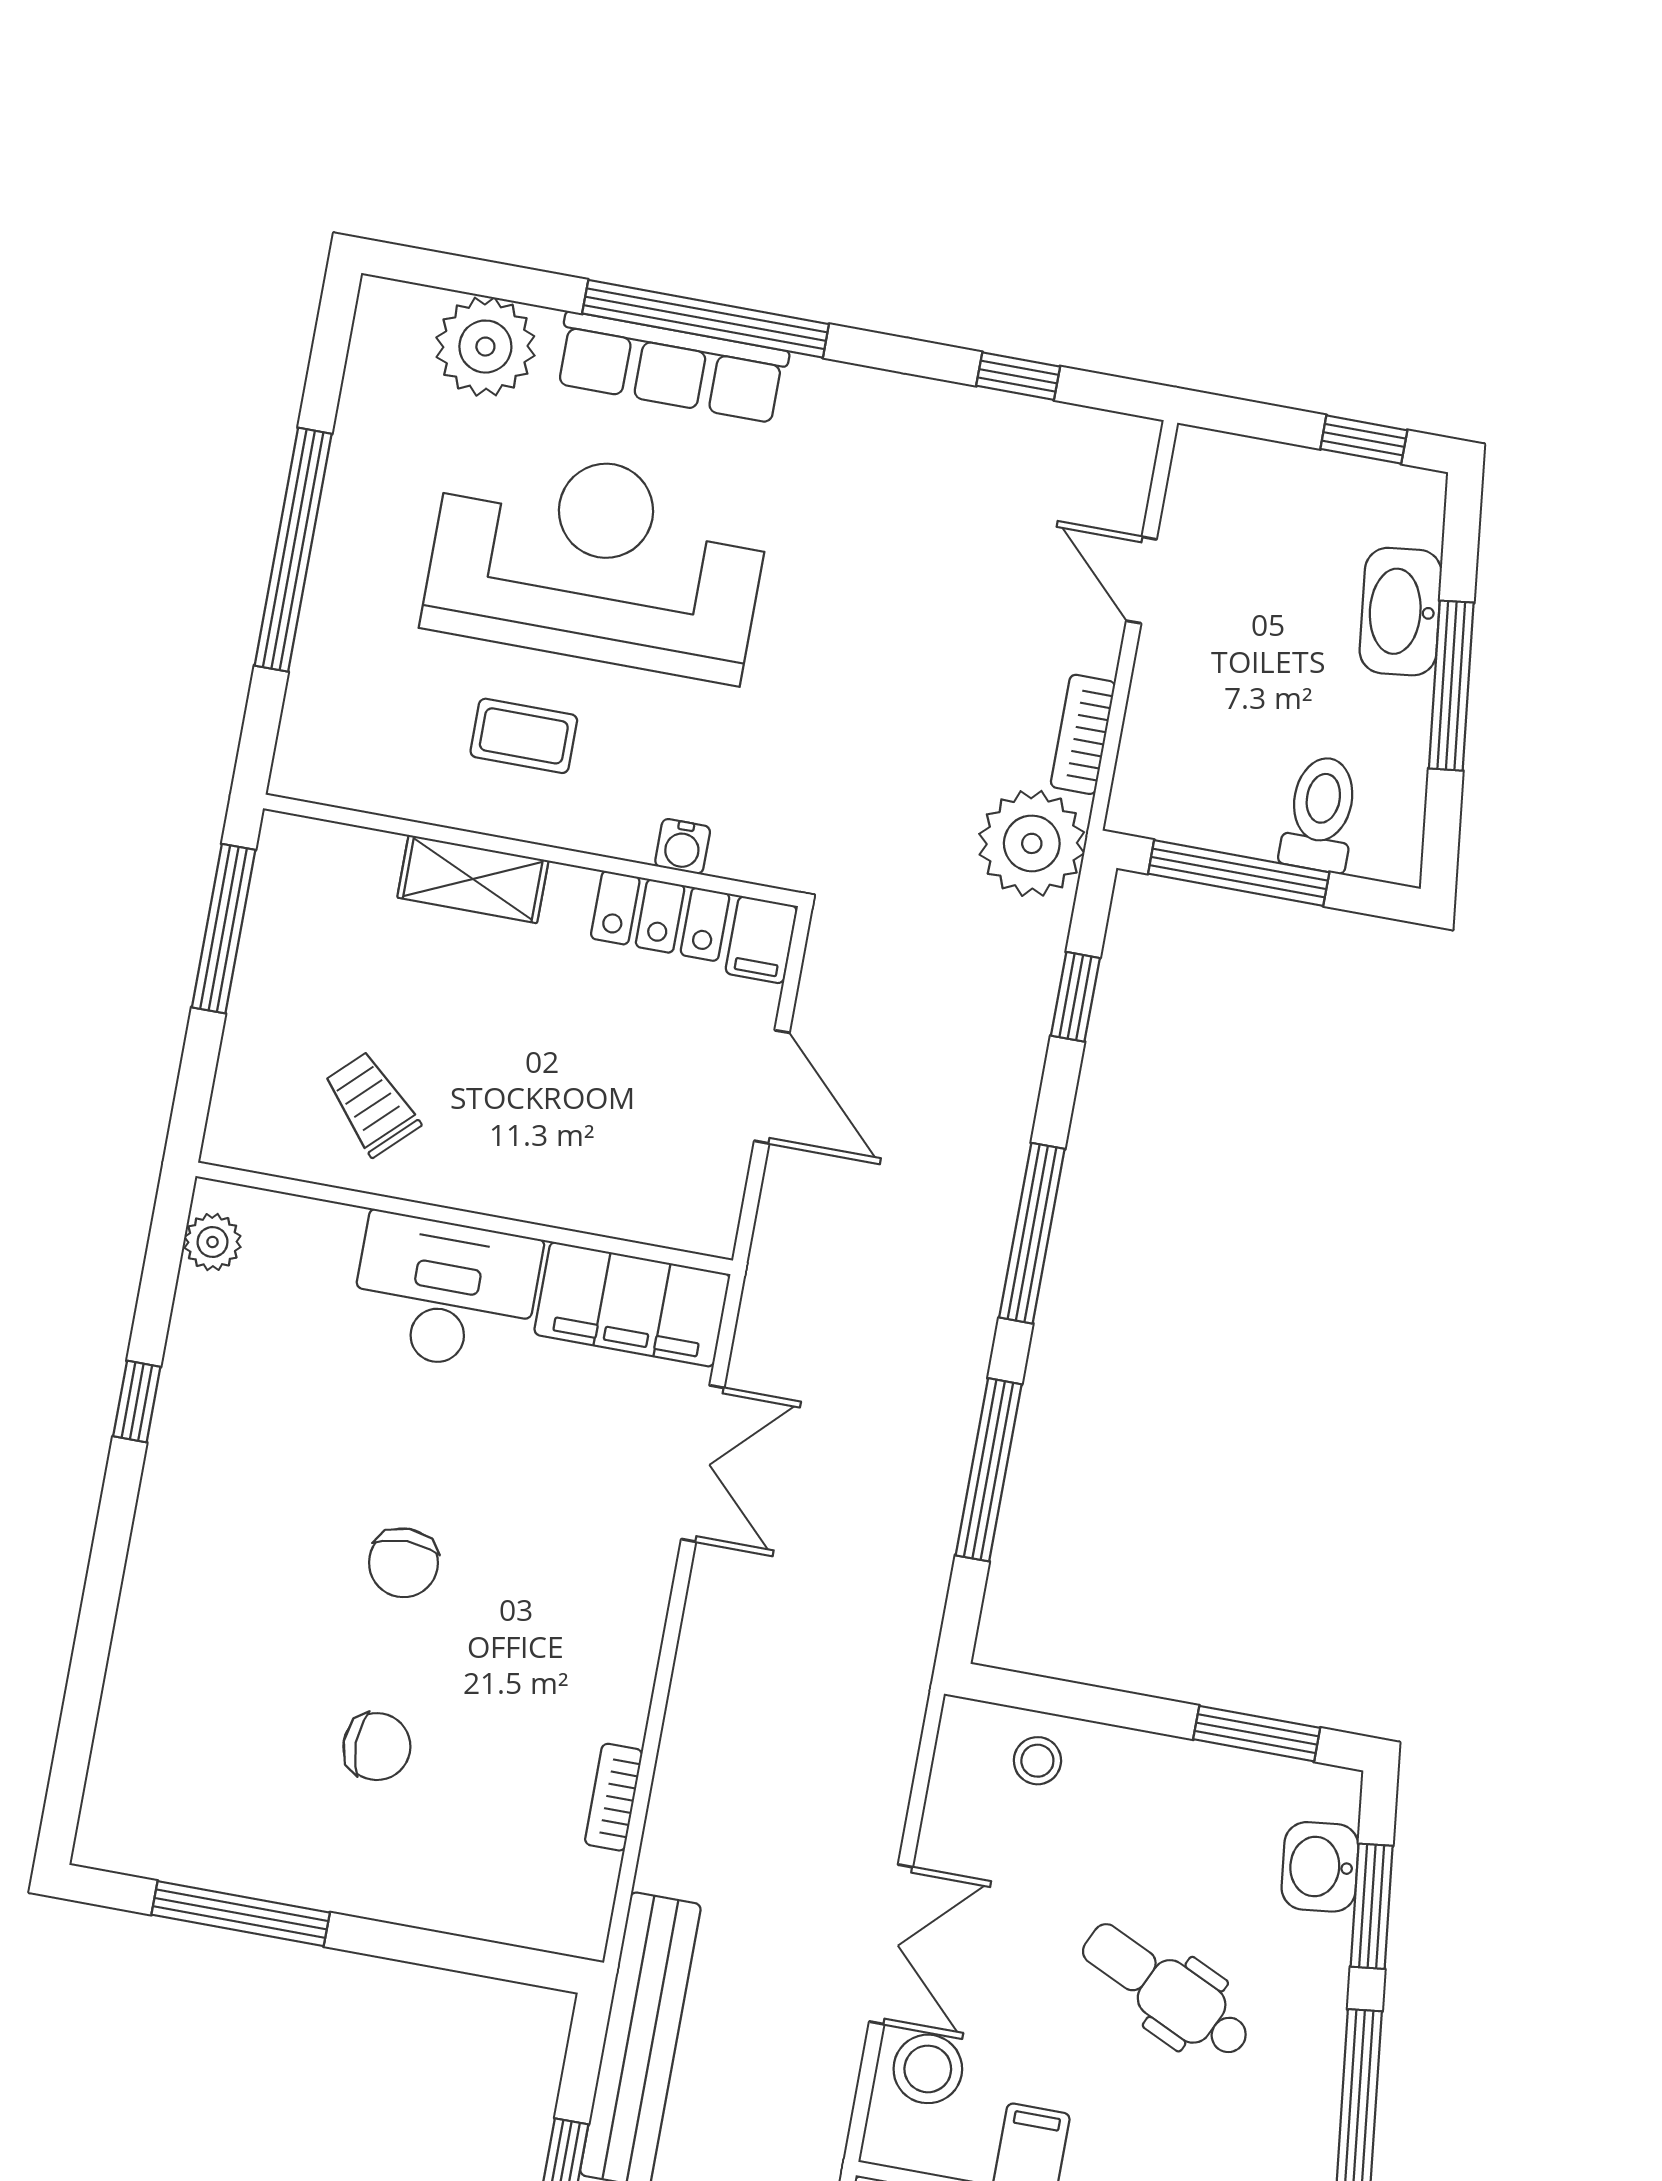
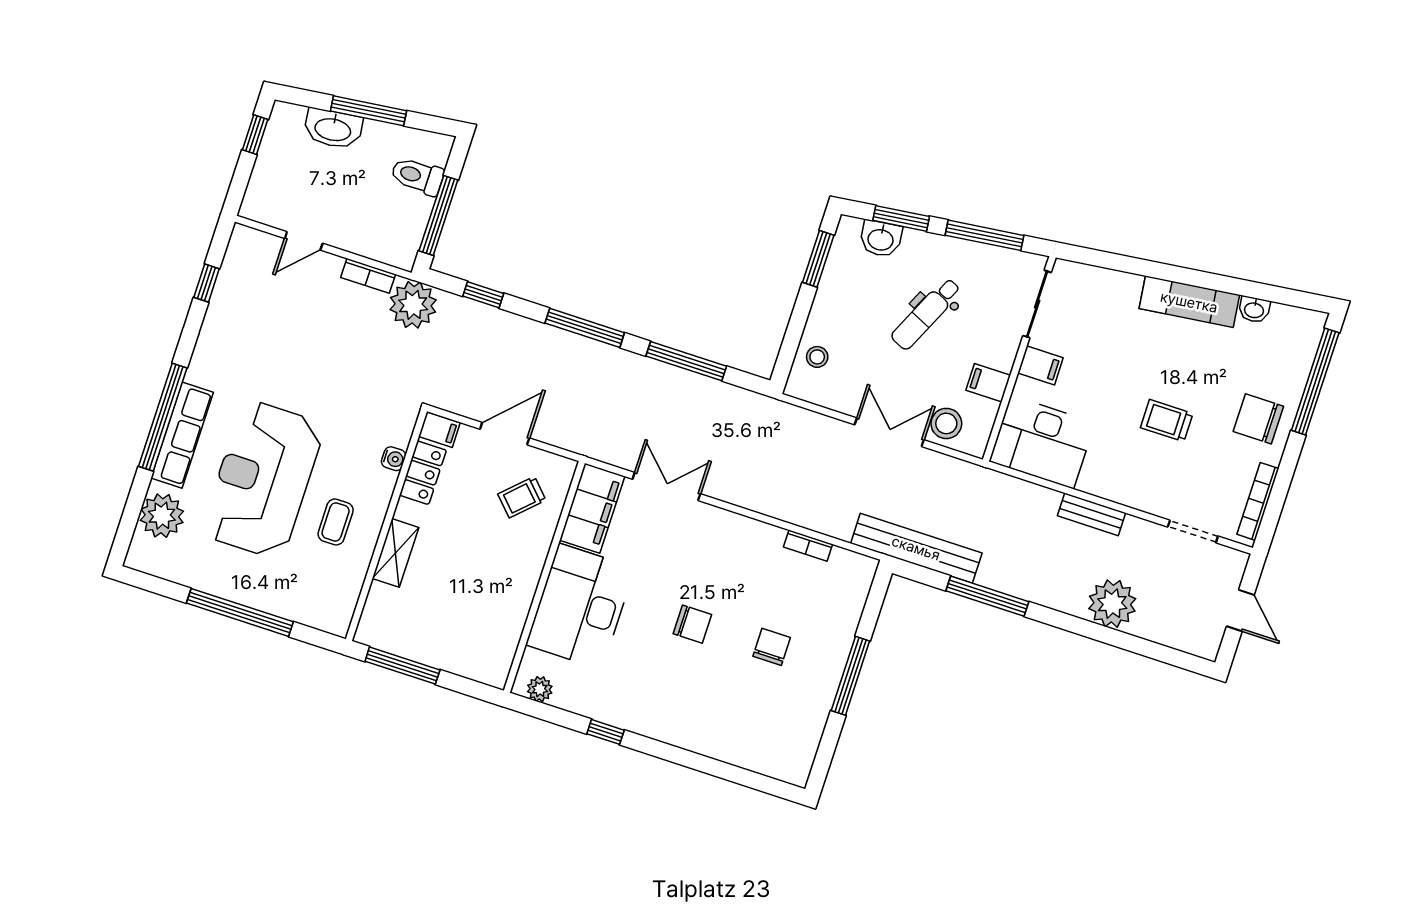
trolley: (372, 1104) -> (522, 497), moved
desk: (445, 1293) -> (580, 606), width x1.36, depth x1.30
window: (241, 1914) -> (850, 676), moved

